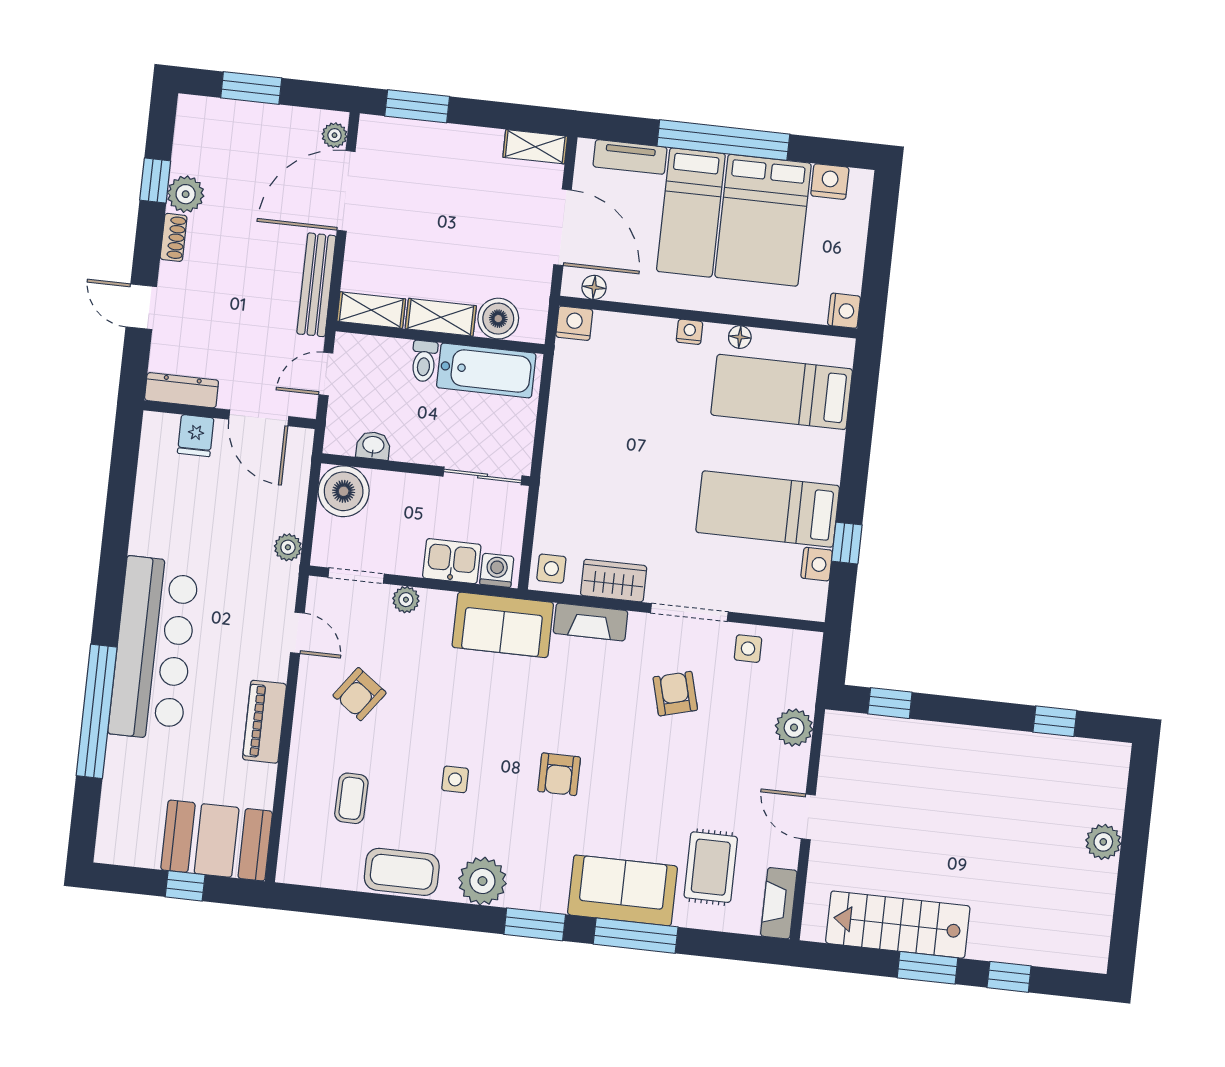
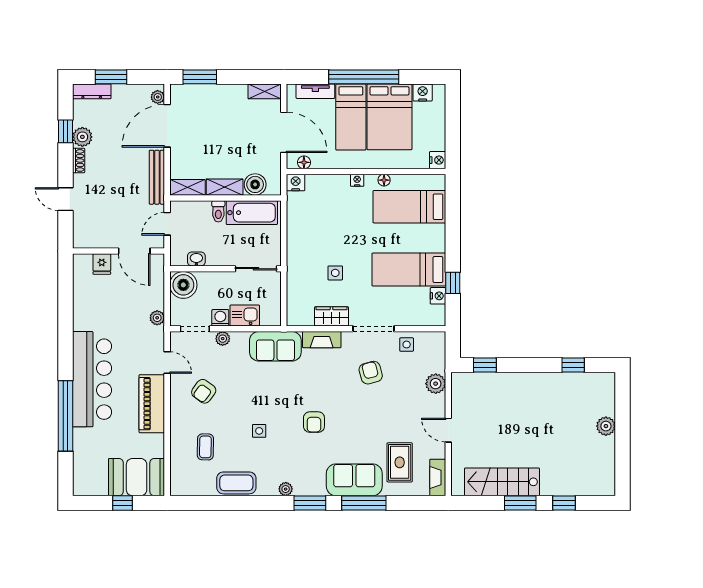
dresser: (182, 390) -> (92, 91), moved, turned 180
side table: (551, 569) -> (335, 273), moved
washing machine: (497, 570) -> (220, 318), moved
piano: (264, 722) -> (152, 404), width x1.37, depth x1.33
plant: (482, 881) -> (286, 489), width x0.53, depth x0.53

